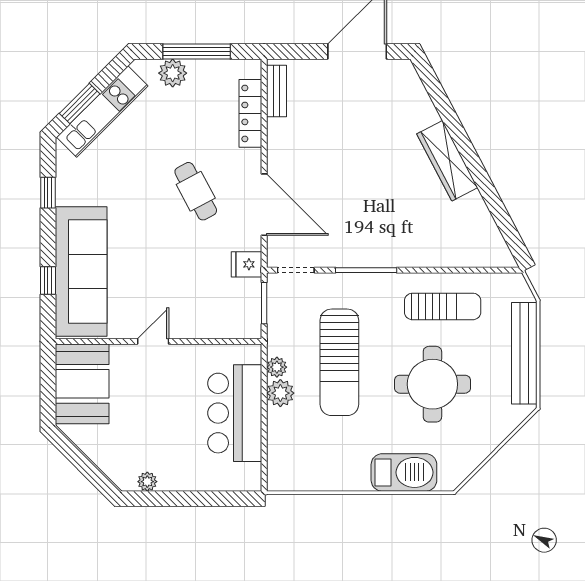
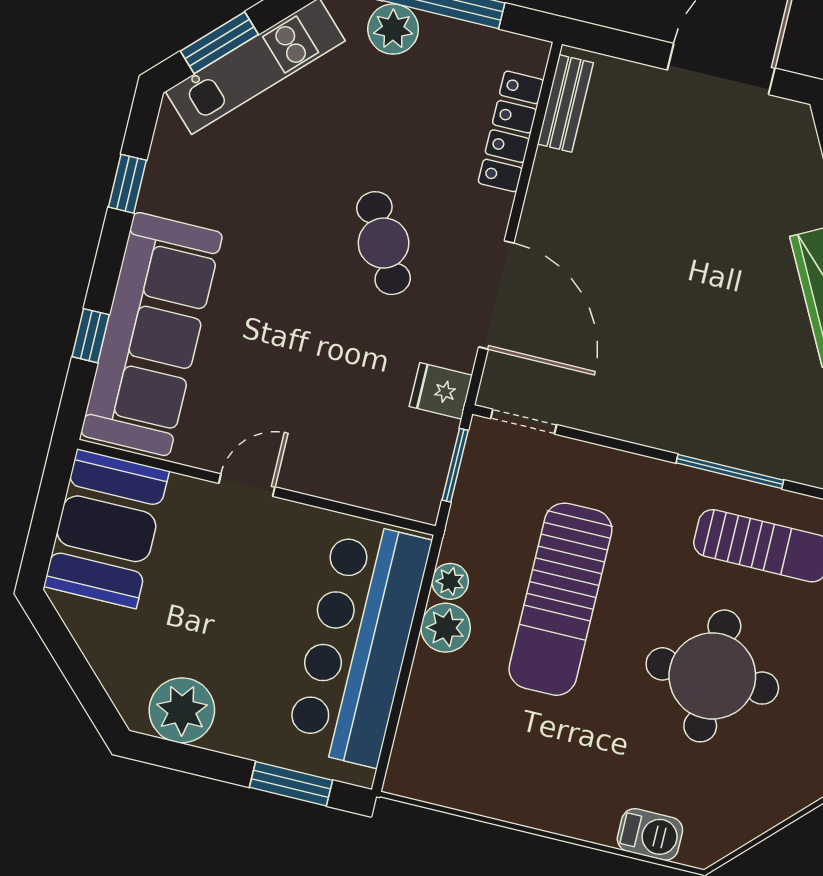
window: (366, 270) -> (730, 471), moved
bar counter: (235, 413) -> (358, 643), width x1.36
barbecue: (404, 472) -> (650, 834), width x0.53, depth x0.65
plant: (147, 482) -> (182, 710), width x1.88, depth x1.88
window: (217, 499) -> (291, 784), added

